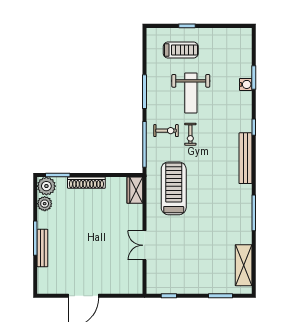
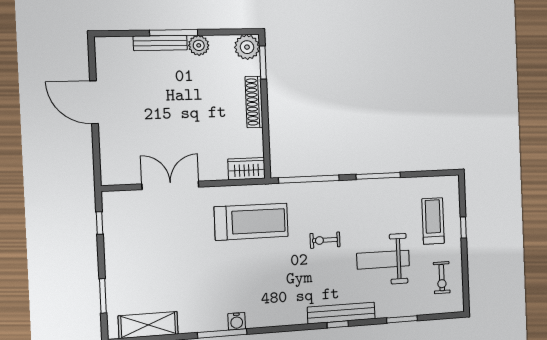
treadmill: (181, 50) -> (433, 221), turned 180
water cooler: (246, 84) -> (237, 321), moved
weight bench: (191, 93) -> (383, 260), moved
exercise bike: (166, 131) -> (442, 278), moved
bench: (245, 158) -> (341, 313), moved
plant: (45, 204) -> (199, 45), moved
double door: (145, 245) -> (170, 185), width x1.37

